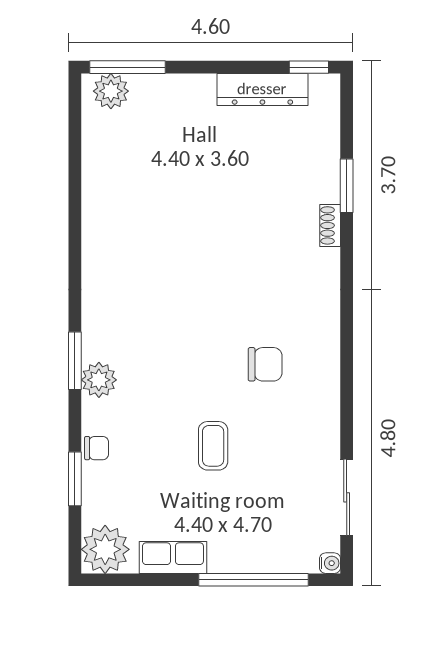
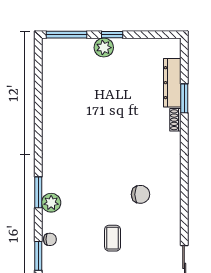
window: (309, 67) -> (112, 35), moved
dresser: (262, 89) -> (172, 83), moved, turned 90
plant: (111, 91) -> (104, 48), moved

